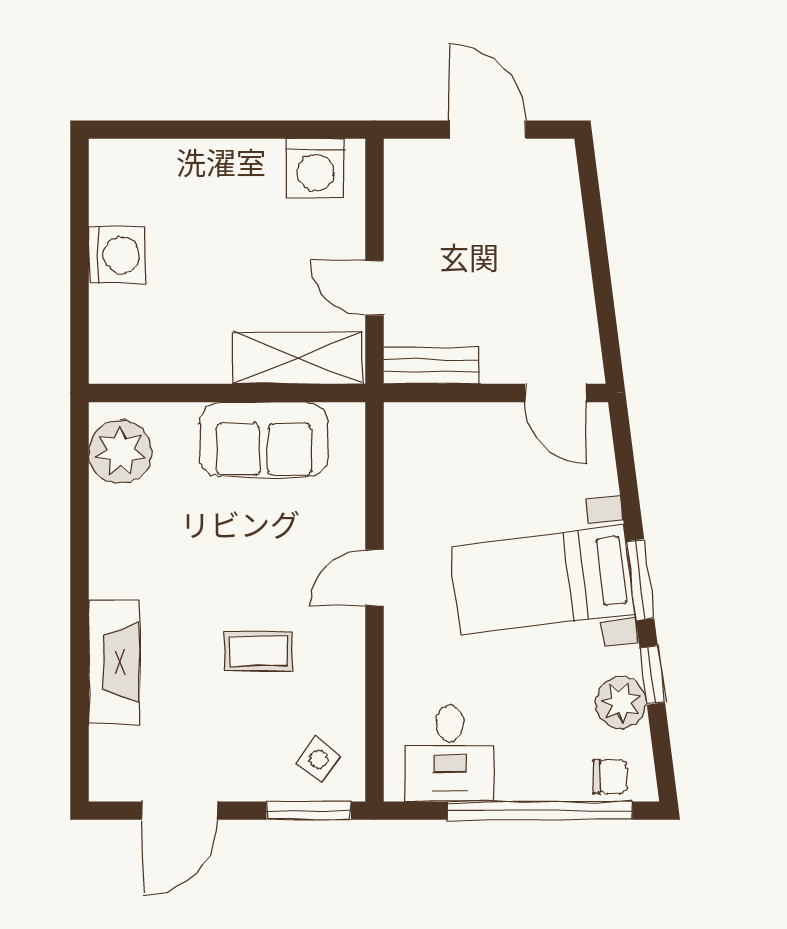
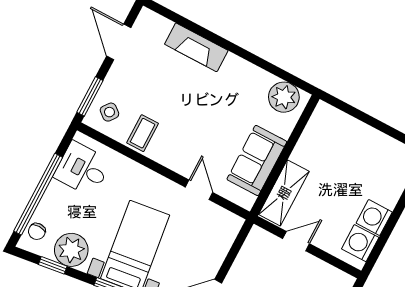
washing machine: (117, 255) -> (374, 218), moved, turned 90
bench: (431, 366) -> (251, 248), removed
door: (375, 578) -> (199, 190), moved
coffee table: (258, 651) -> (143, 133), moved
window: (652, 675) -> (53, 265), moved
plant: (621, 703) -> (71, 250), width x1.36, depth x1.36

